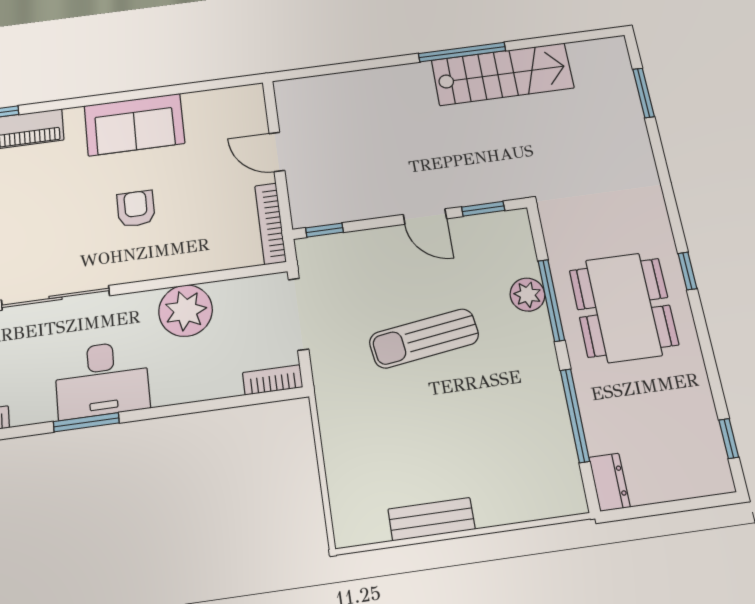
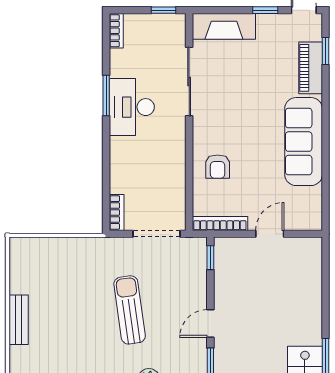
sofa: (134, 125) -> (304, 142), width x1.36
armchair: (136, 209) -> (218, 167), moved, turned 90
plant: (186, 311) -> (169, 163), removed
bench: (431, 519) -> (19, 320), moved

